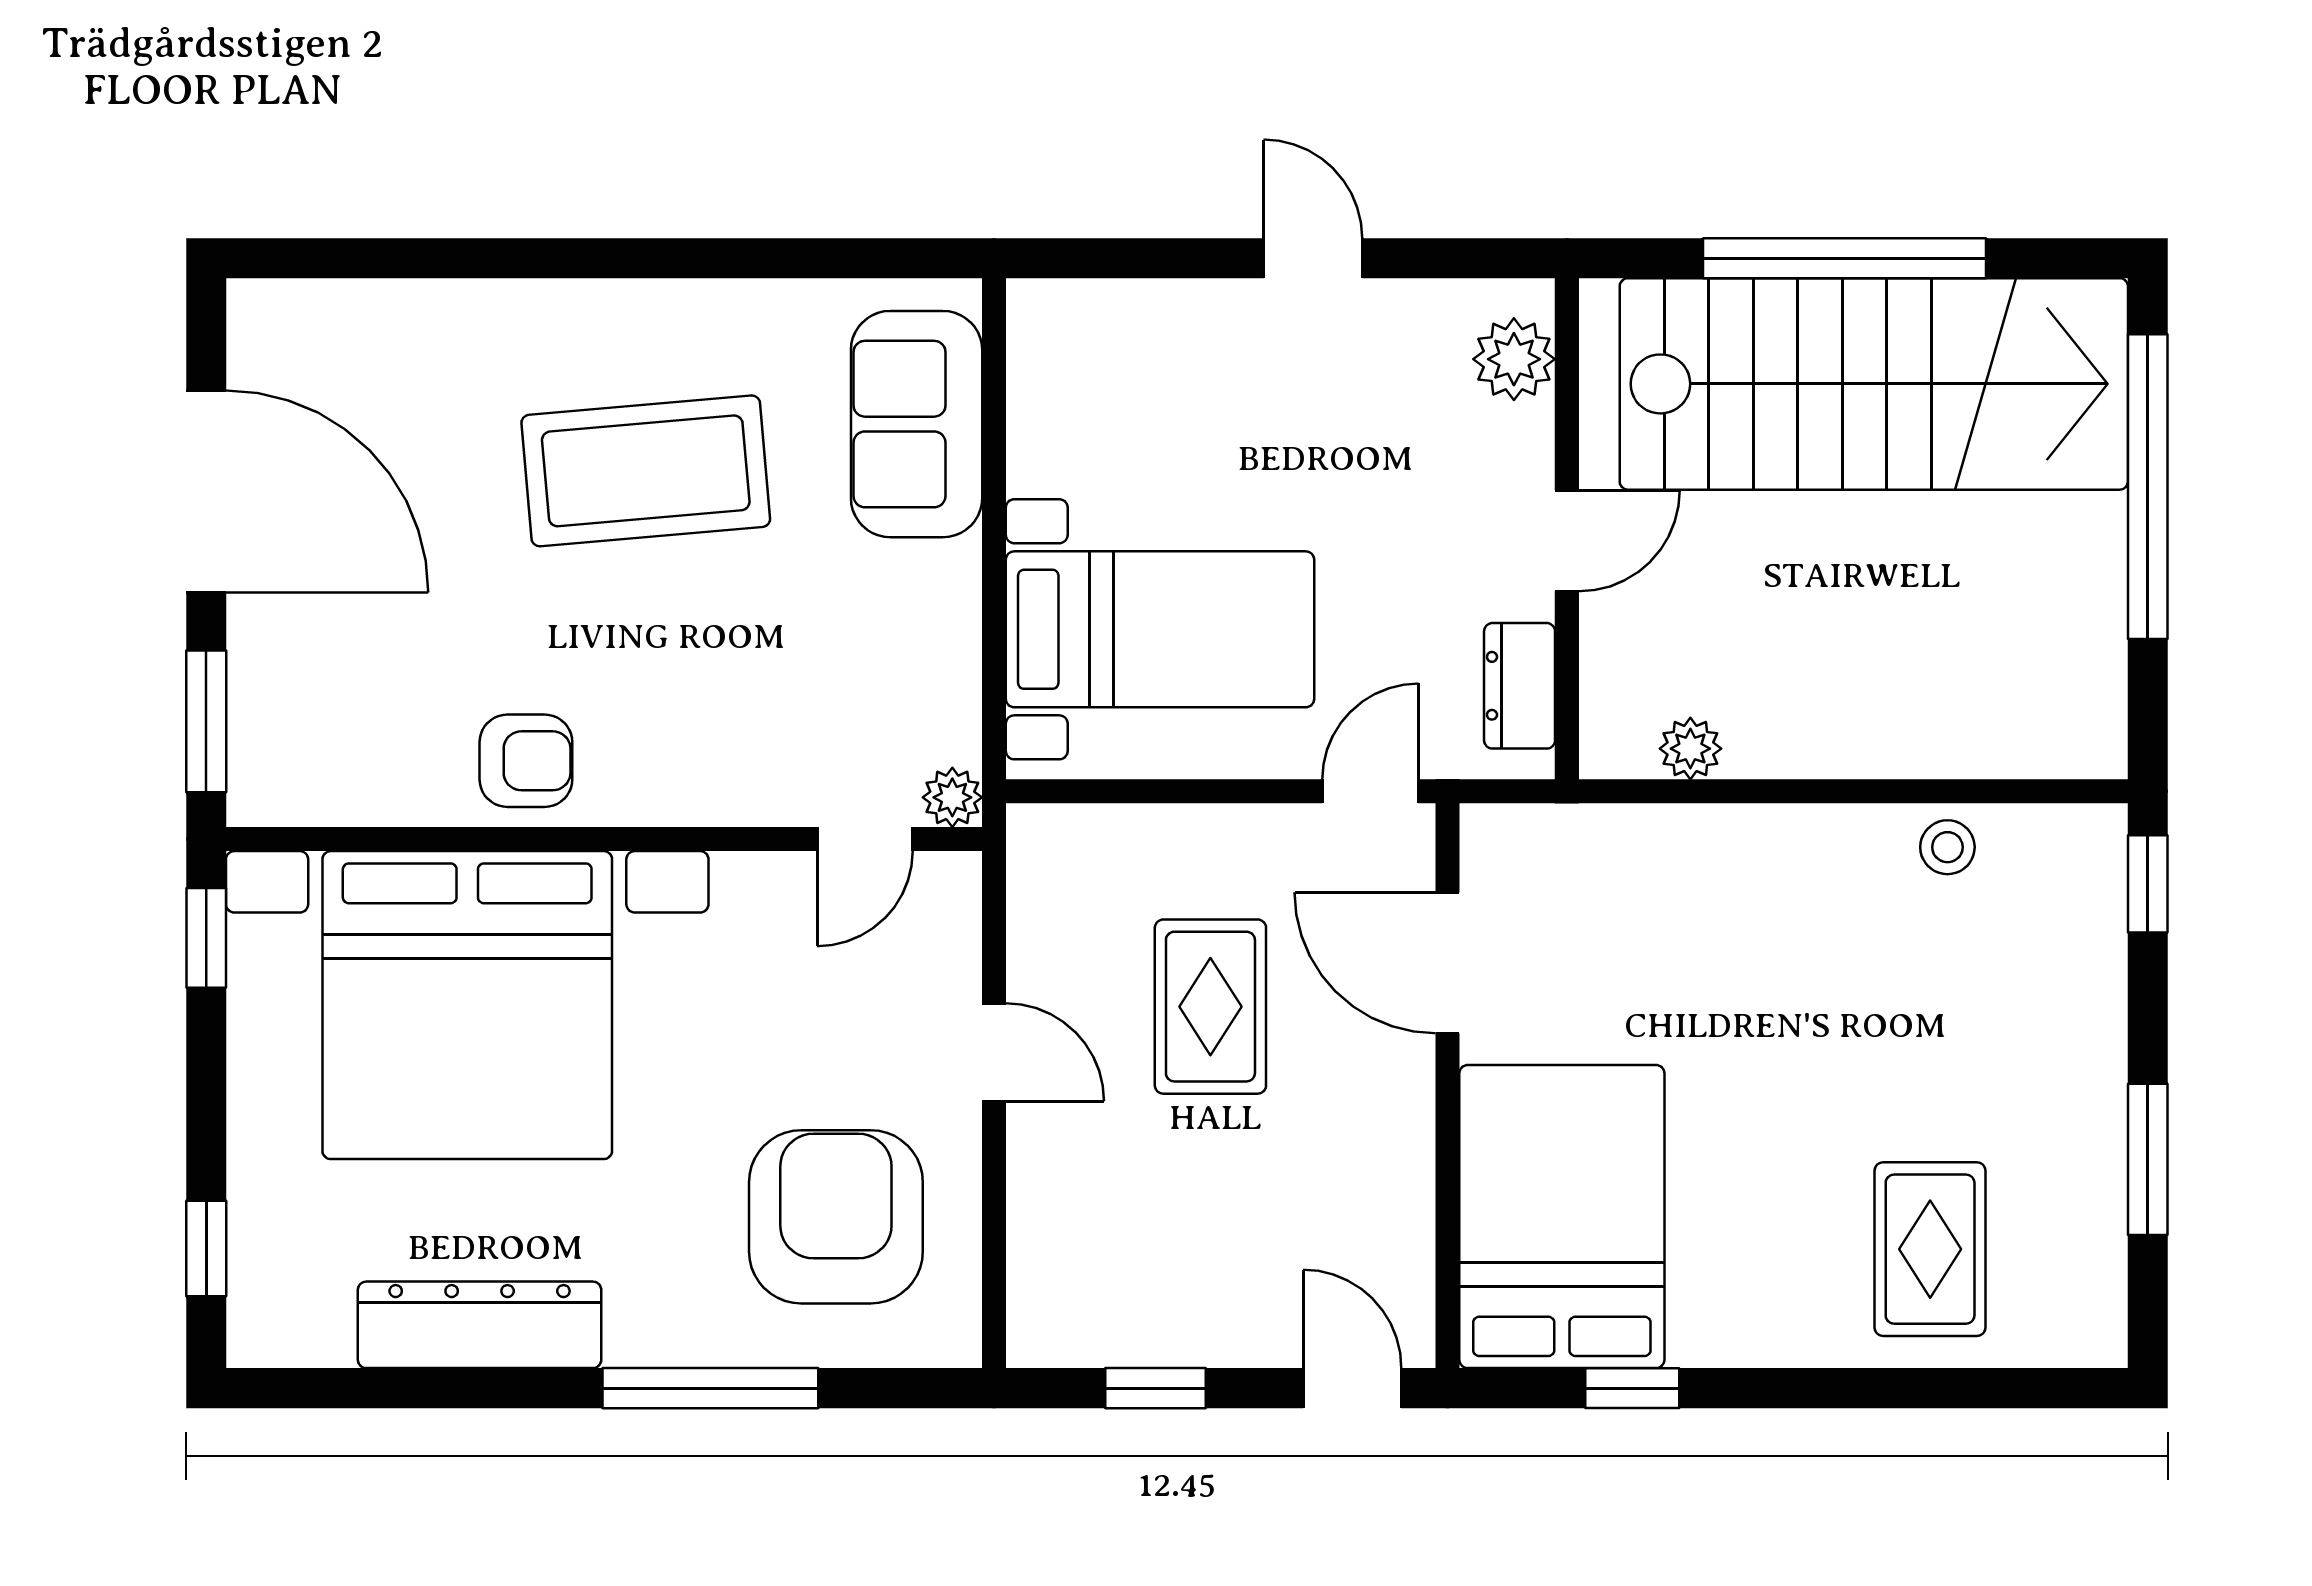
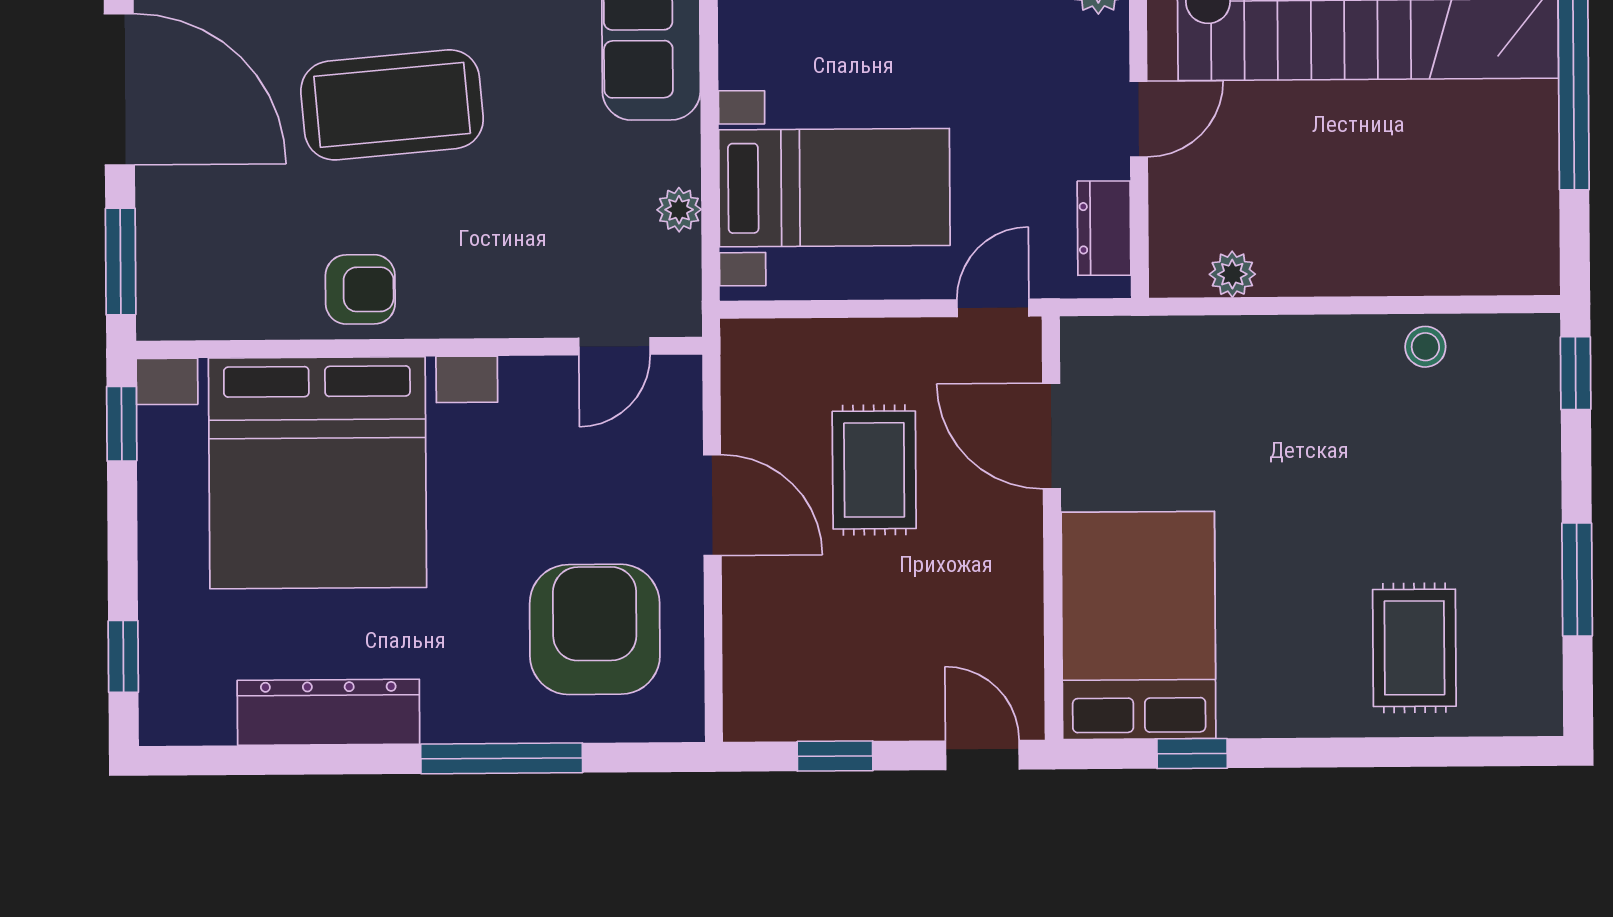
coffee table: (646, 471) -> (392, 105), moved
plant: (952, 797) -> (679, 210), moved
door: (994, 1052) -> (712, 505), width x1.38

